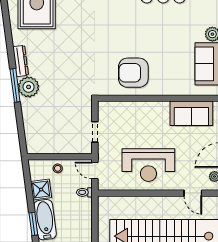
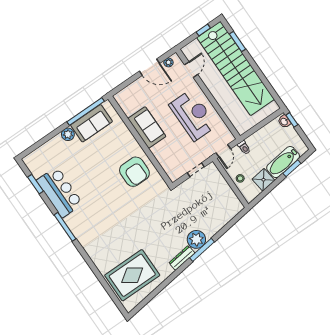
sofa: (191, 113) -> (147, 128), moved

